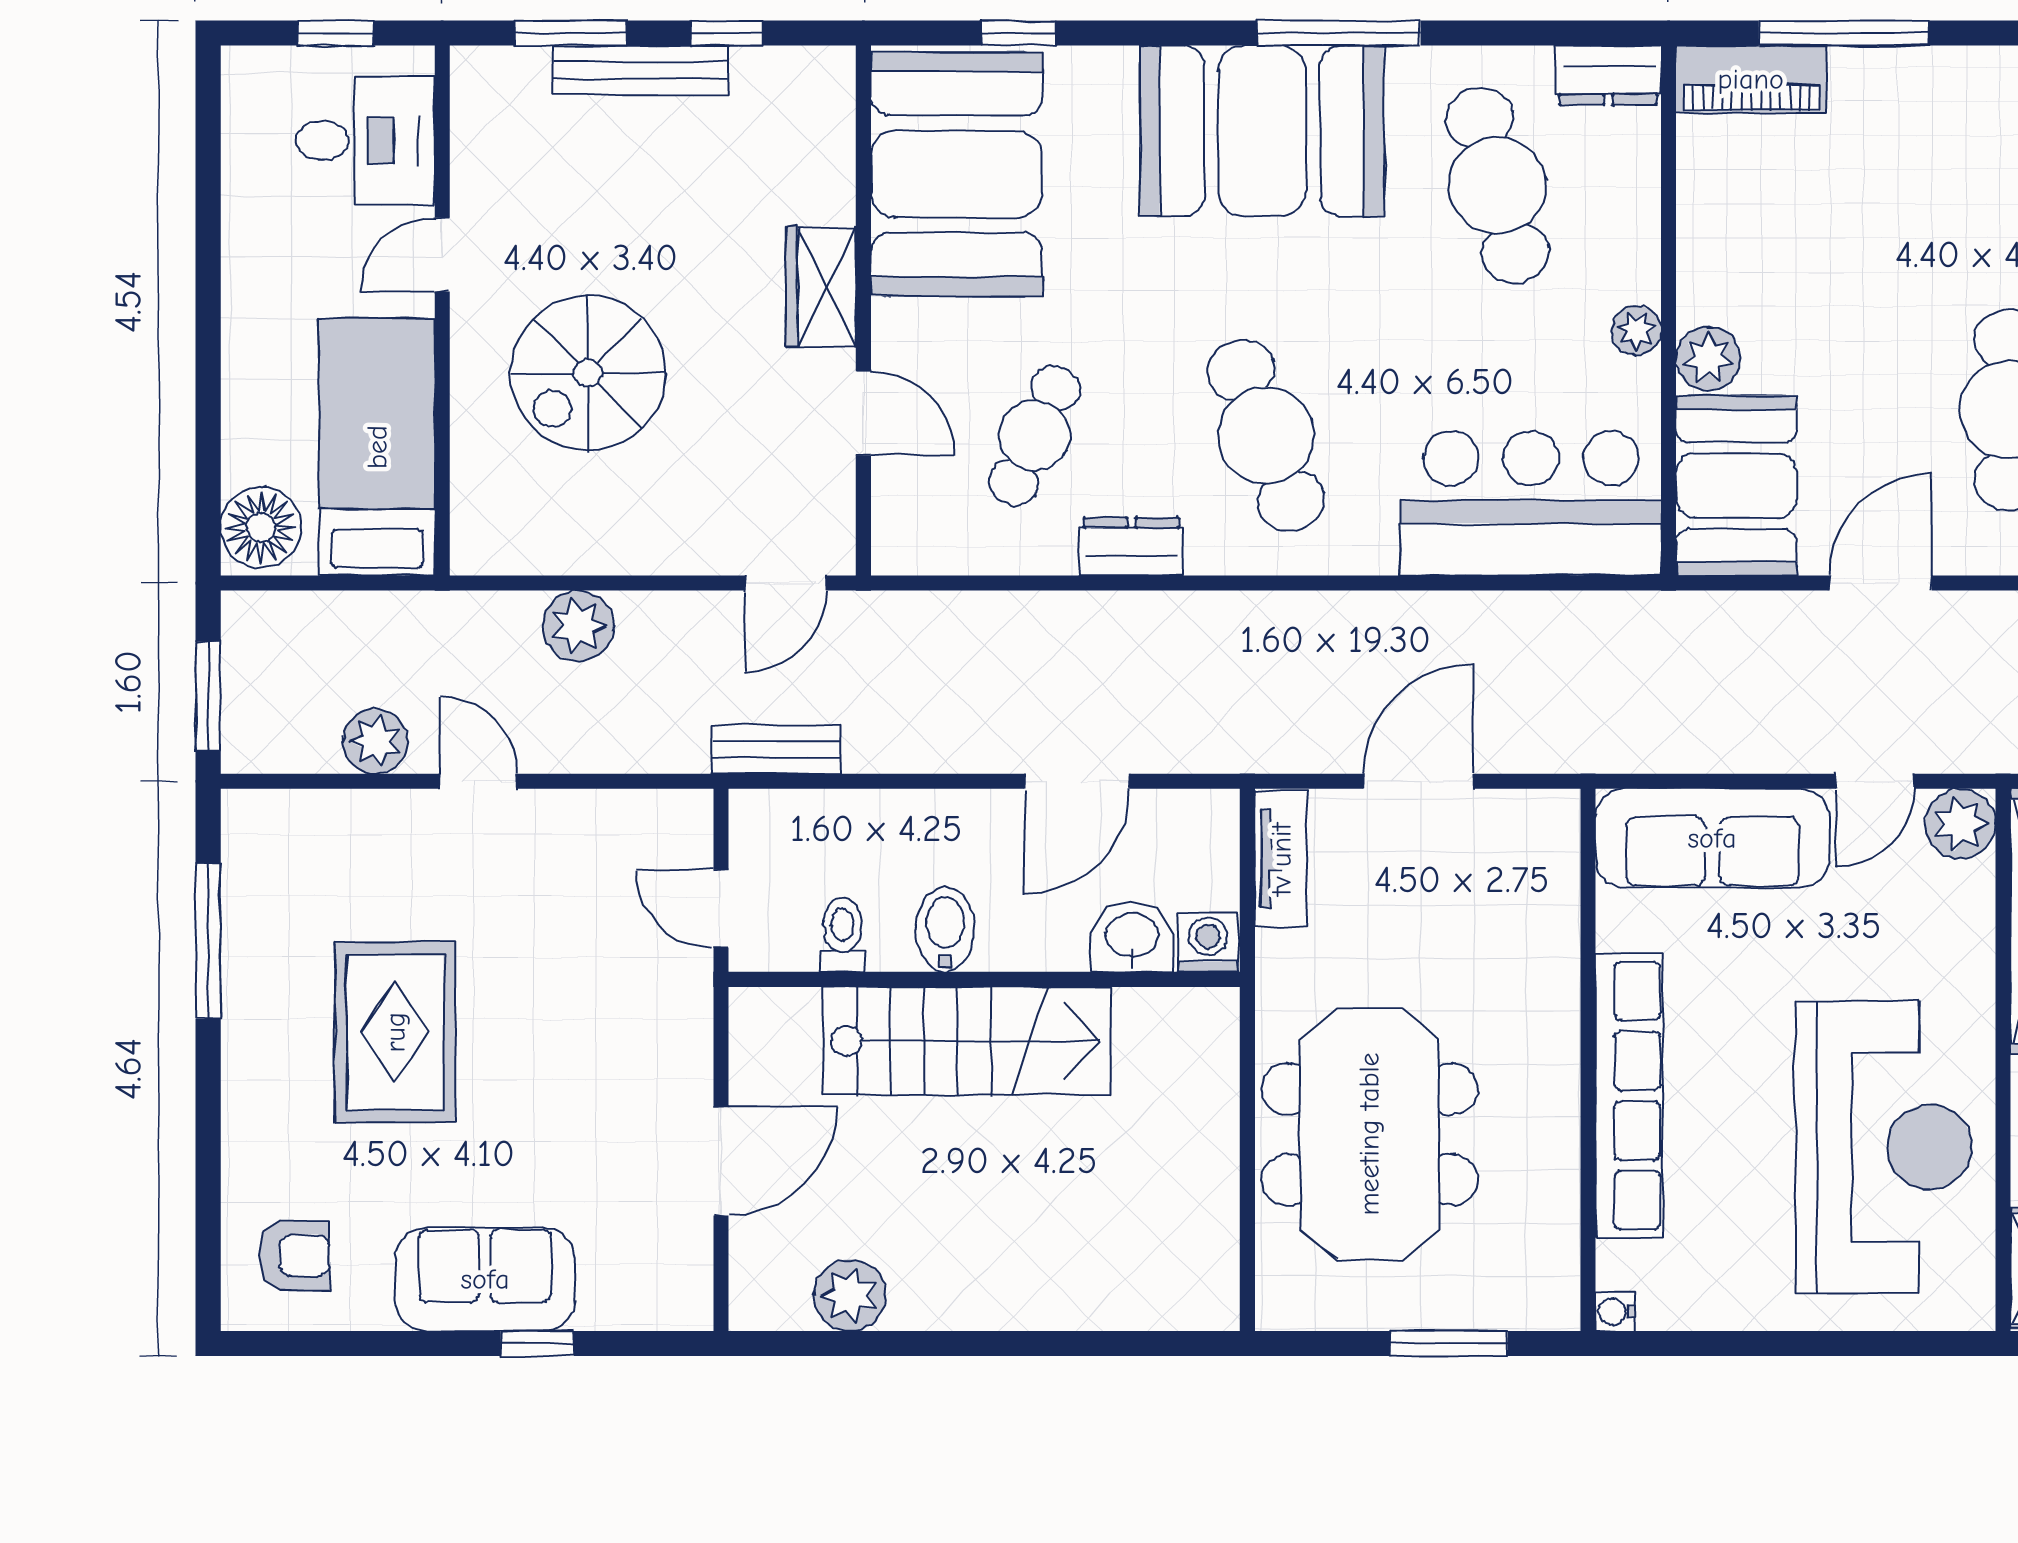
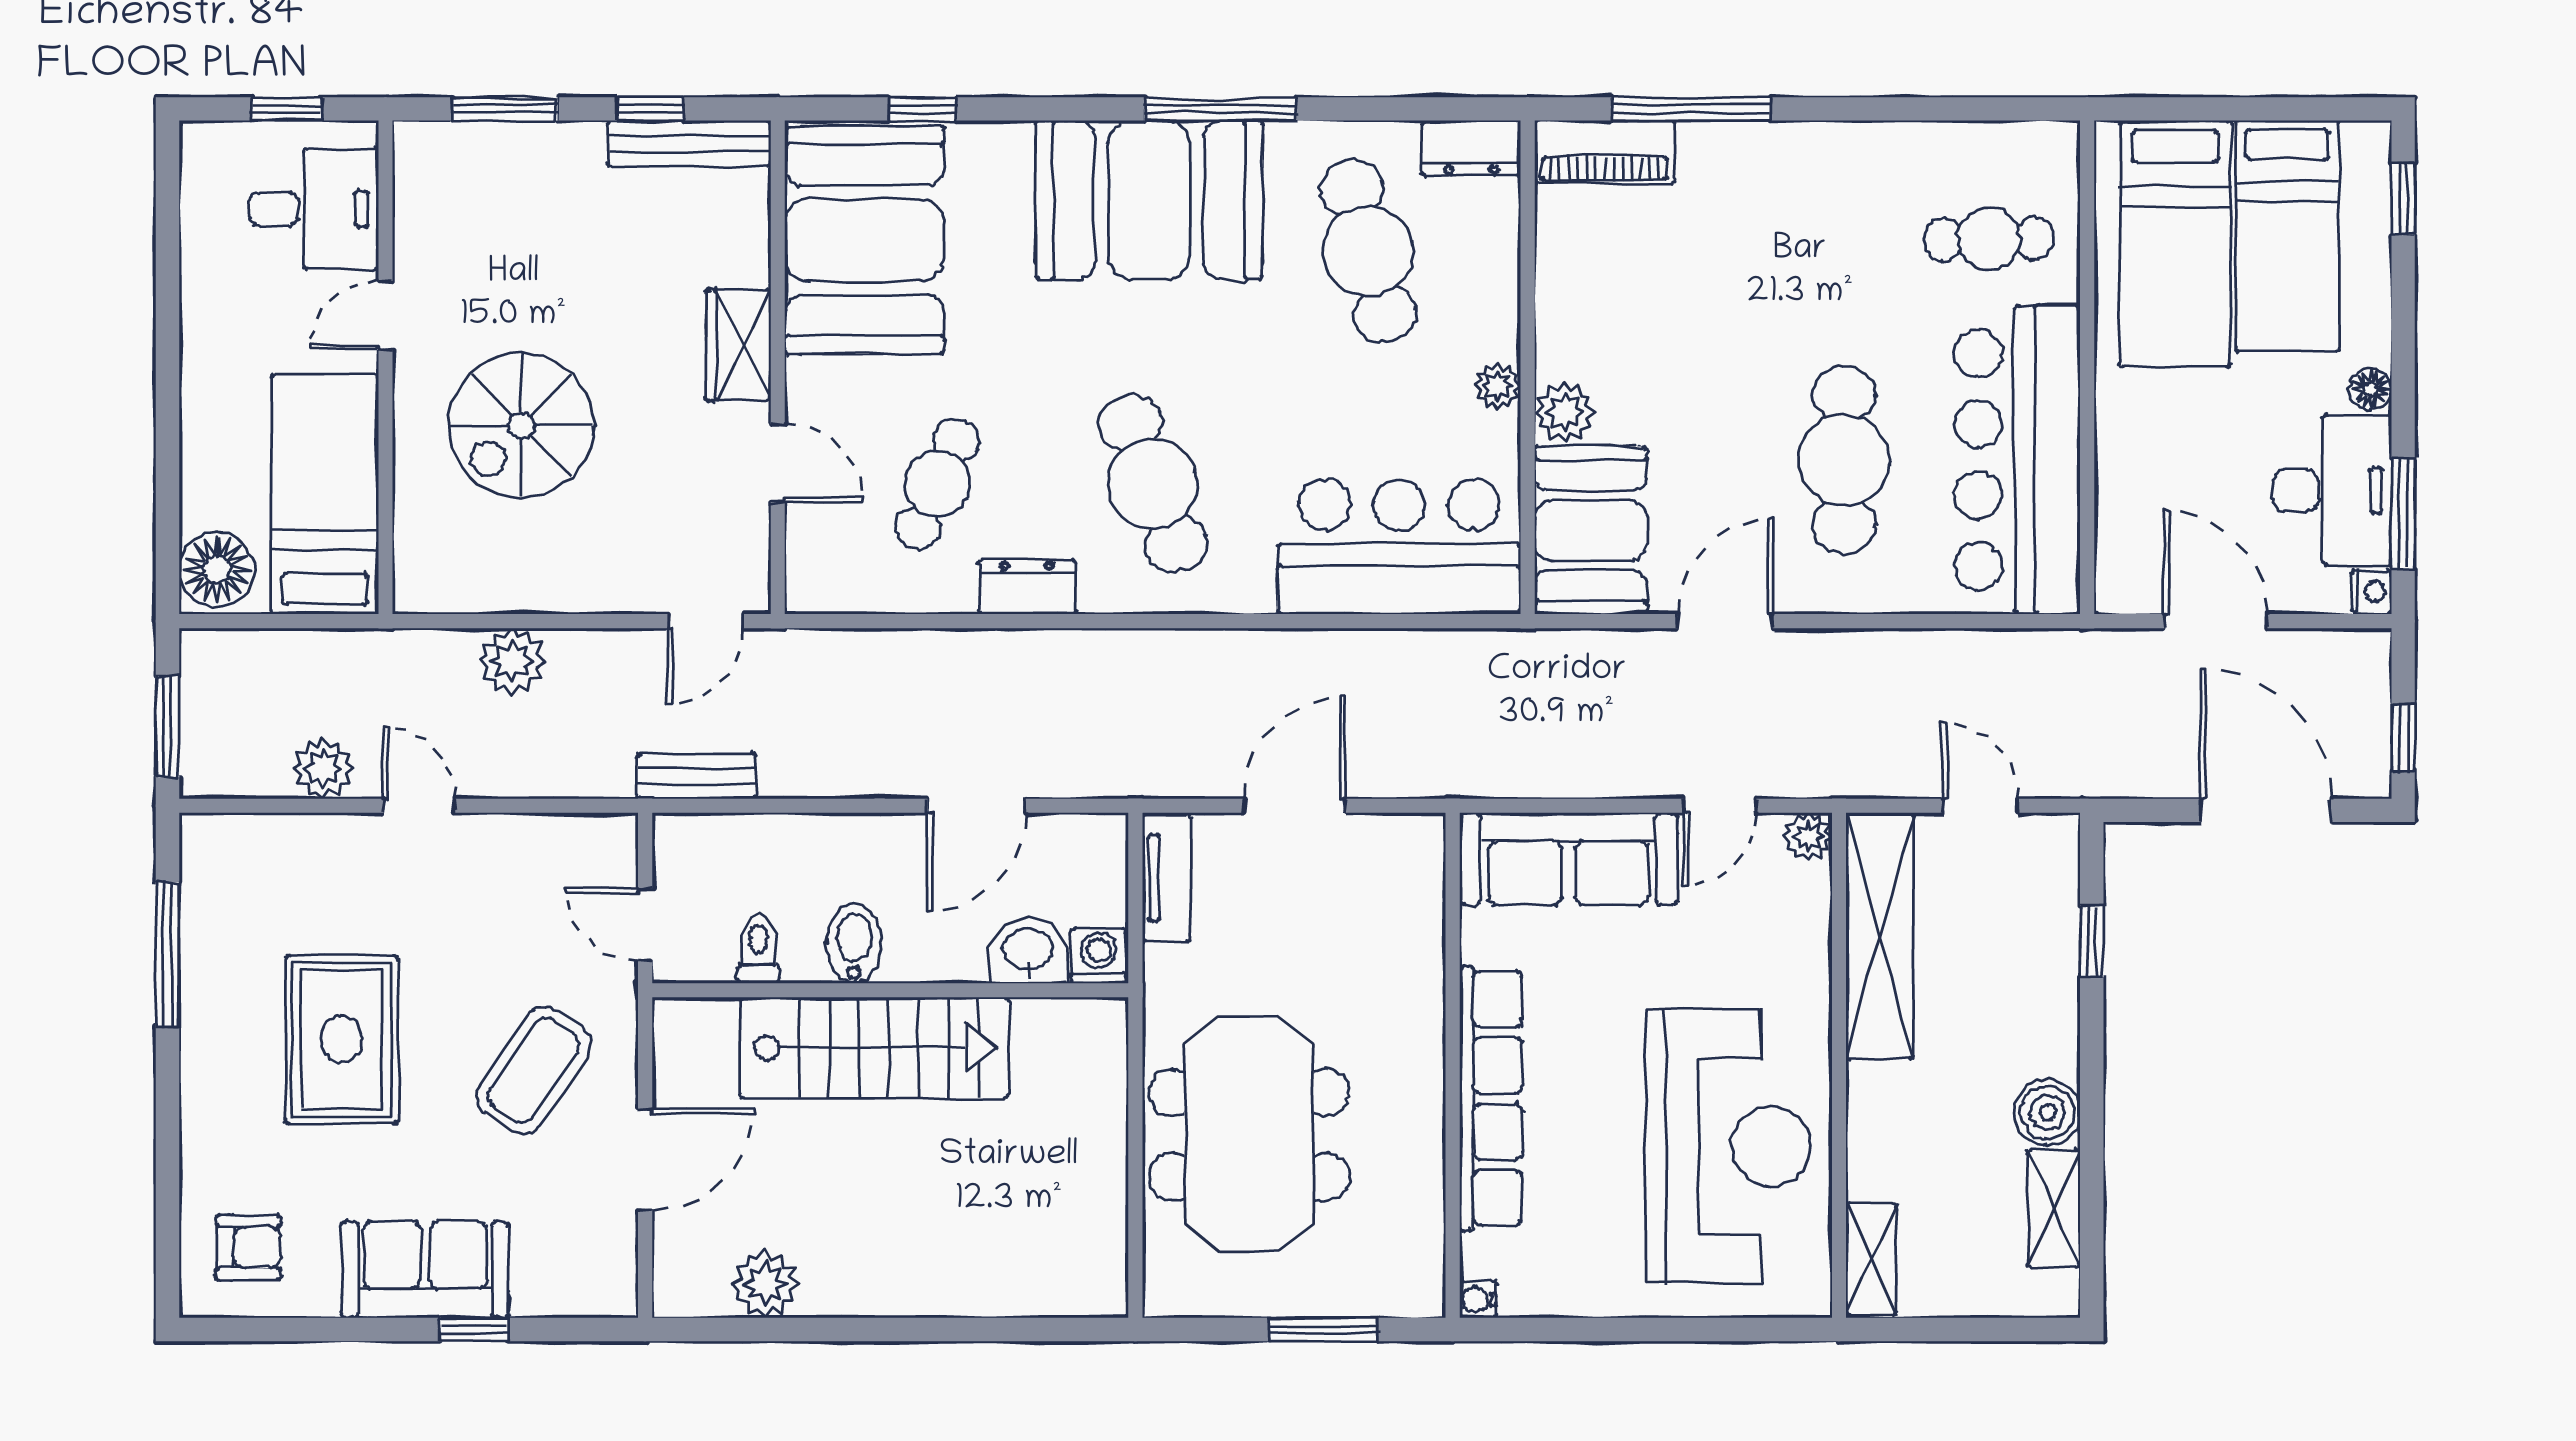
bench: (640, 70) -> (689, 143), moved
plant: (1960, 824) -> (1808, 836), width x0.73, depth x0.73
coffee table: (601, 1065) -> (533, 1070), added

